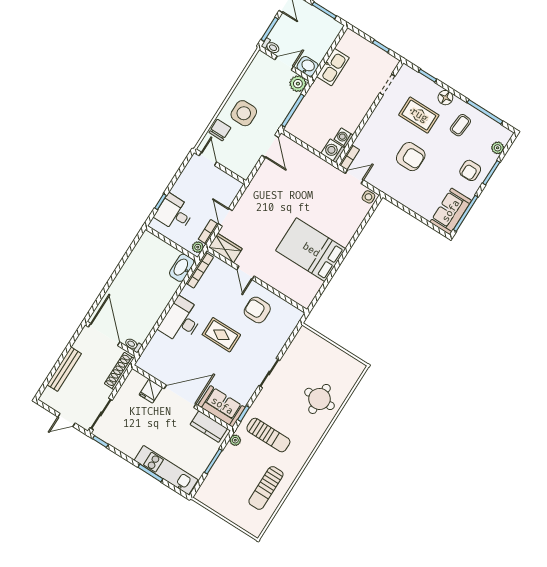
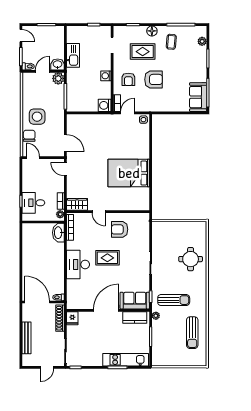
washing machine: (344, 137) -> (106, 76), moved
door: (270, 146) -> (65, 143), moved
armchair: (470, 170) -> (128, 79), moved
door: (225, 217) -> (65, 169), moved
fridge: (151, 391) -> (72, 318), moved

